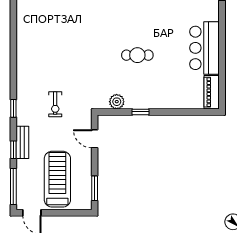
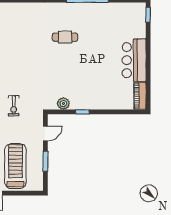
cafe table: (137, 55) -> (65, 37), moved
door: (95, 139) -> (45, 134), swing flipped
window: (95, 188) -> (45, 161), moved

